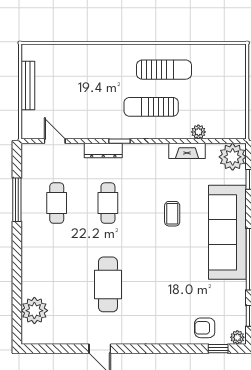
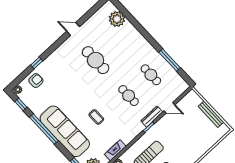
door: (55, 141) -> (169, 108), moved
window: (218, 349) -> (37, 63), moved

